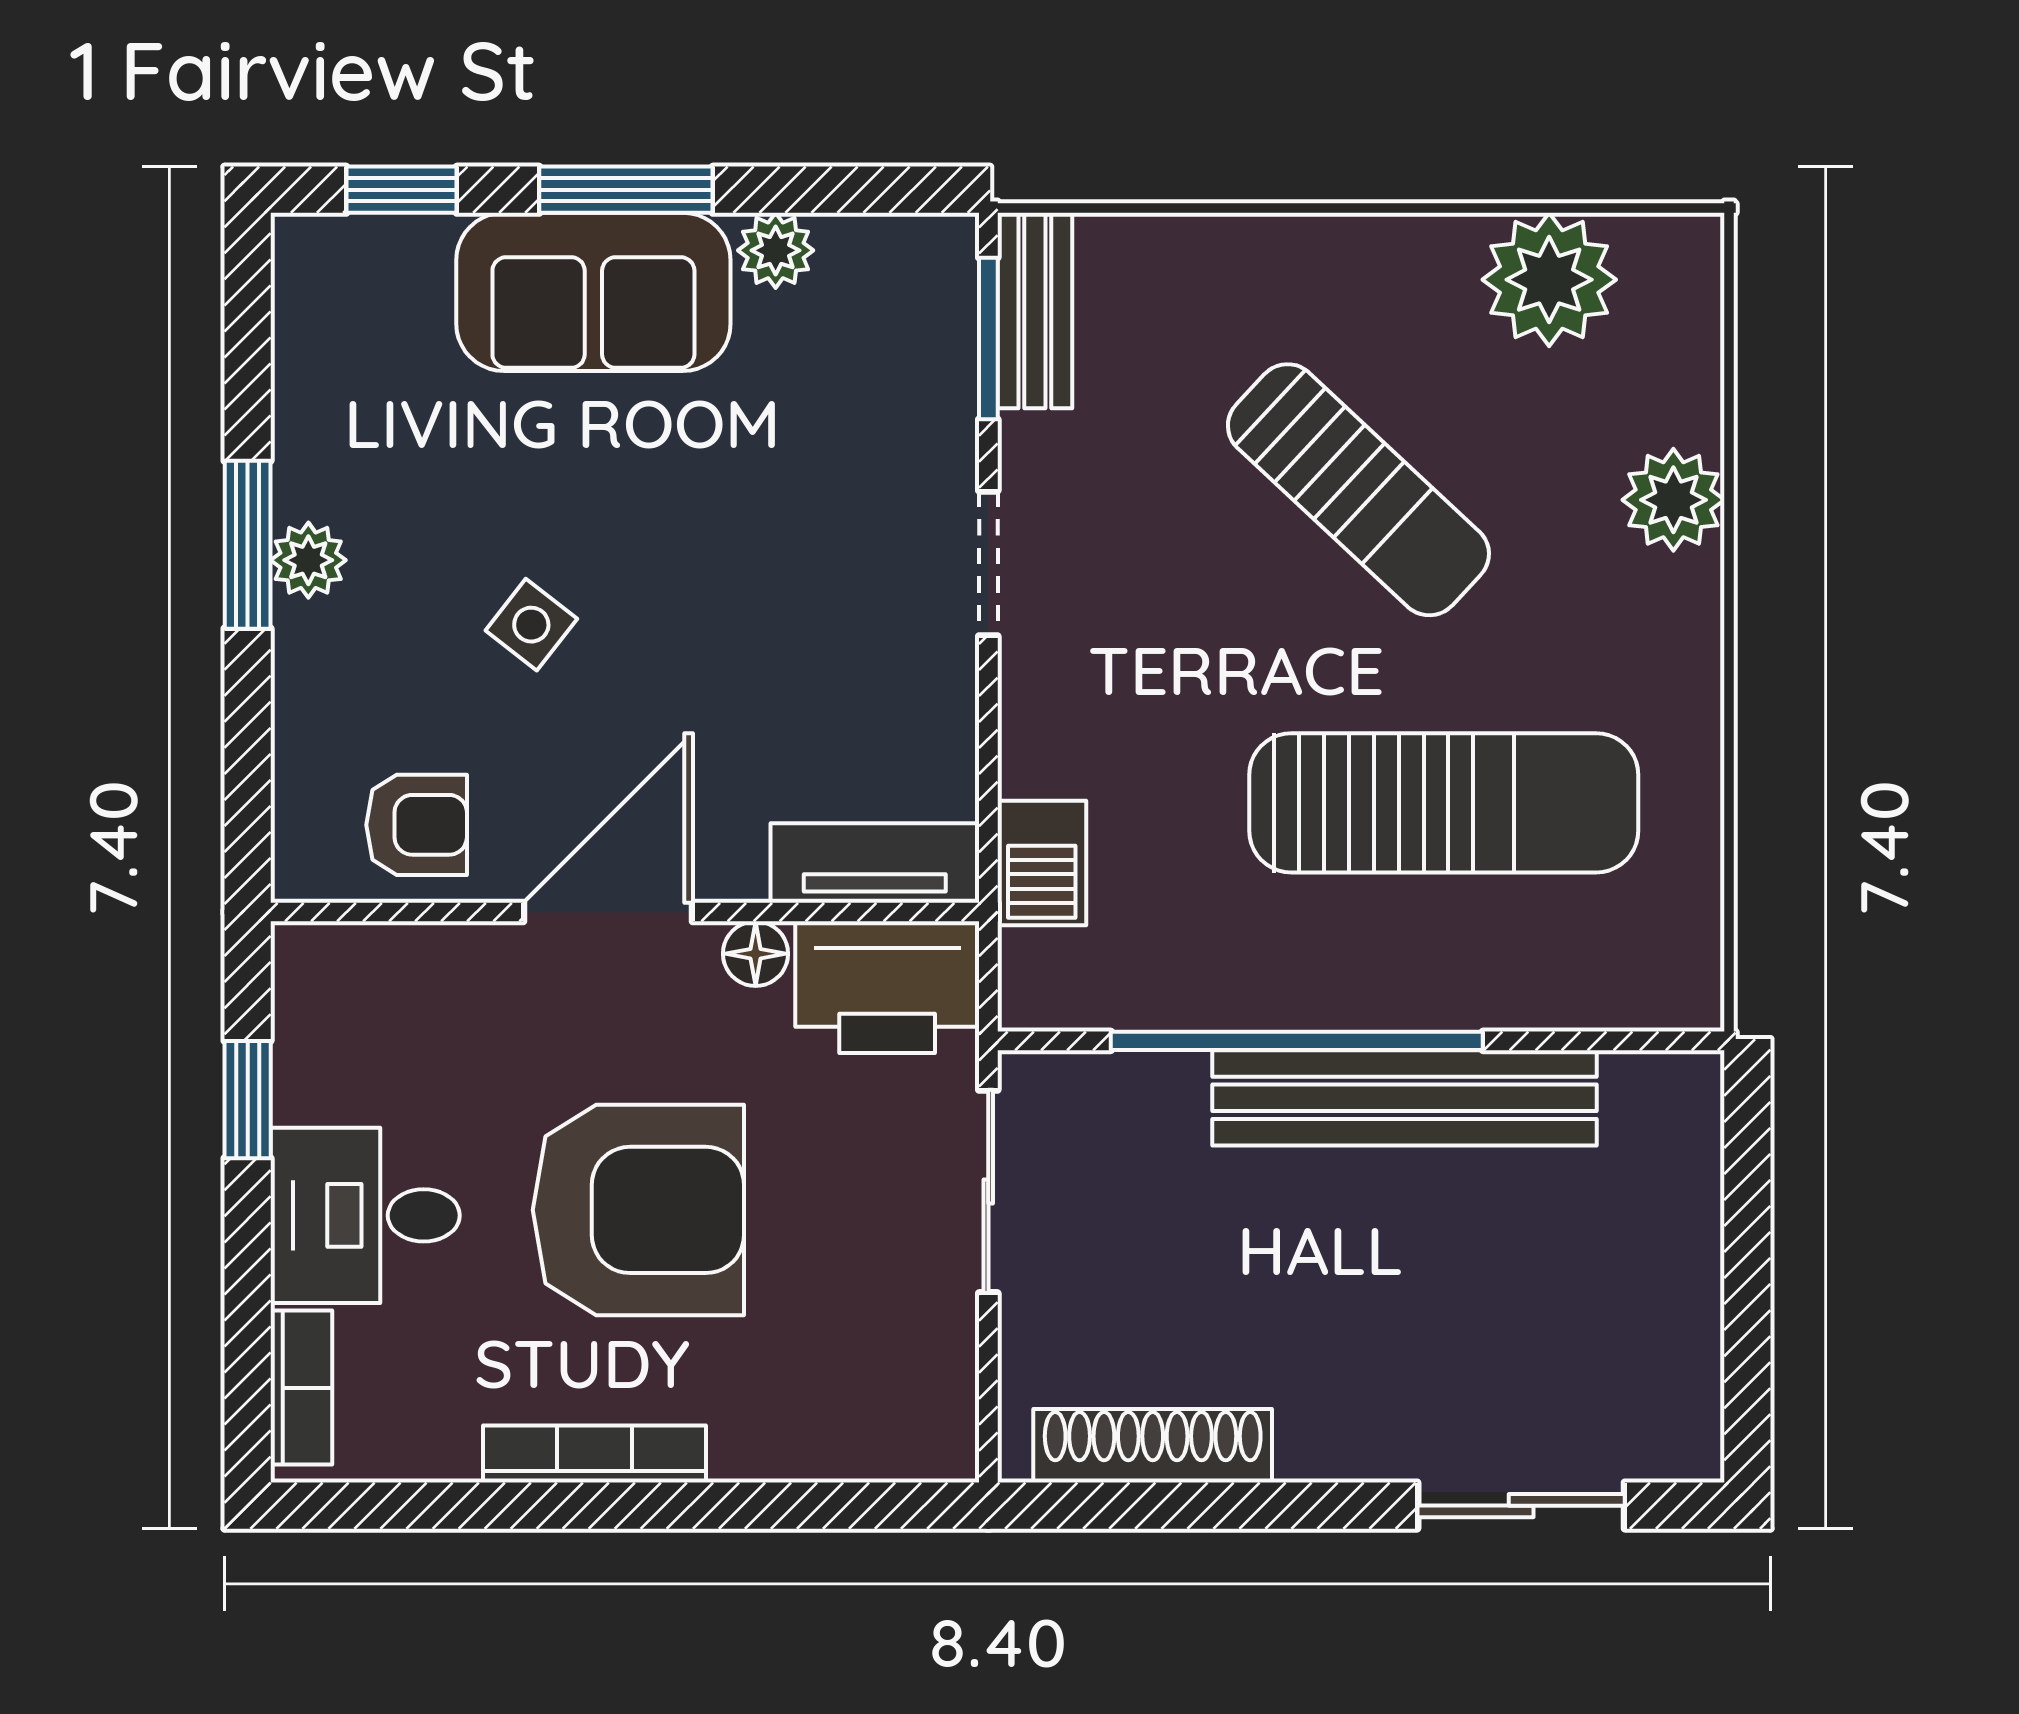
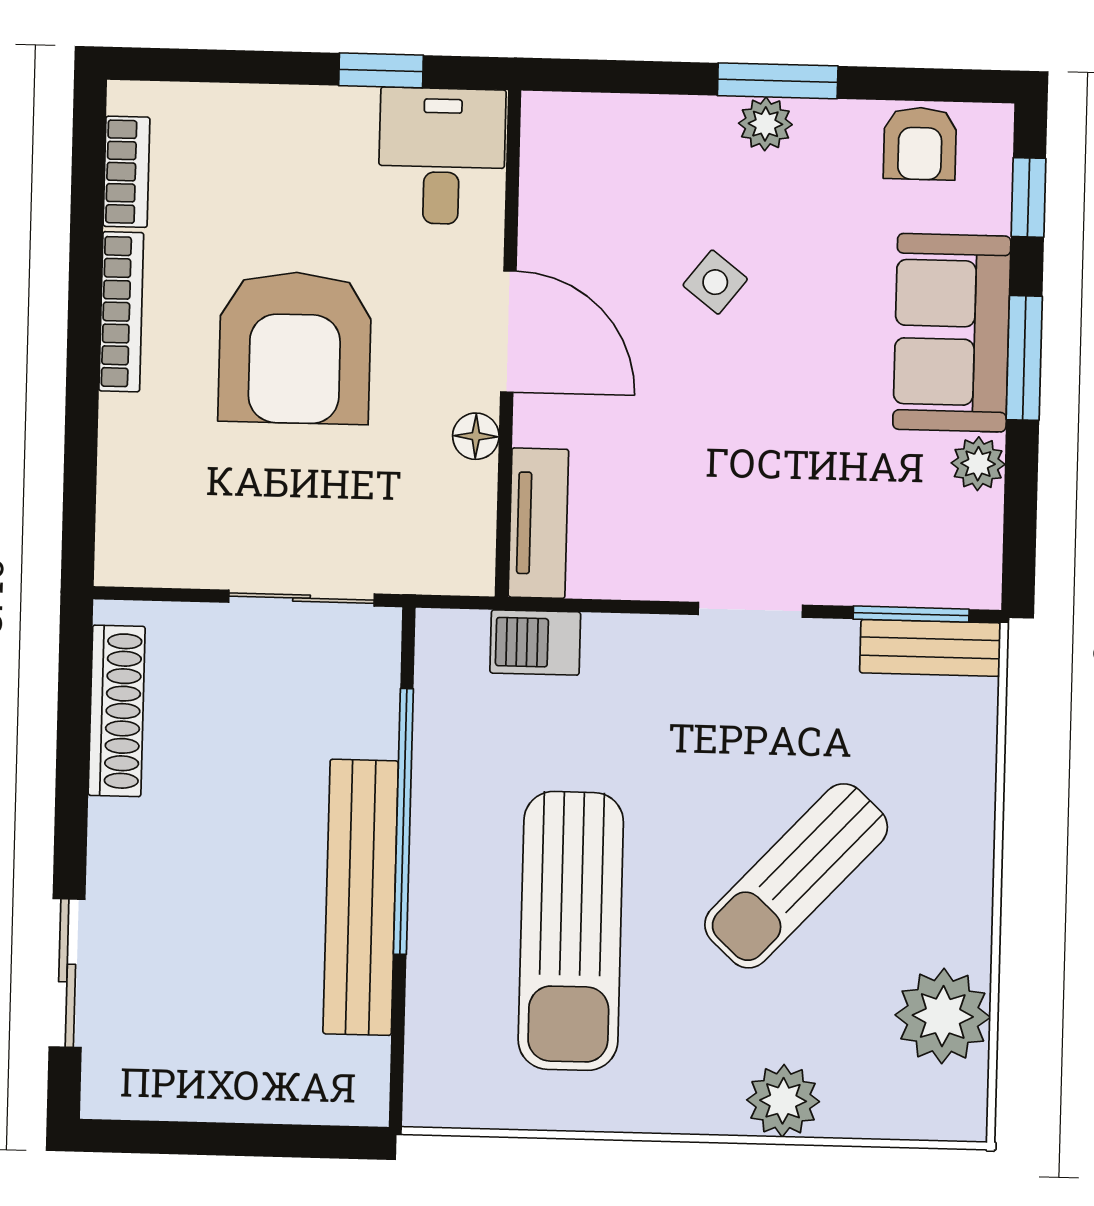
armchair: (417, 825) -> (920, 143), moved
printer: (887, 987) -> (449, 530), removed
desk: (365, 1215) -> (442, 156), moved
bookcase: (301, 1388) -> (127, 172), moved, turned -90

